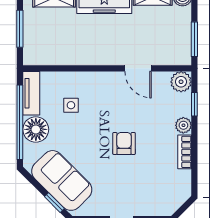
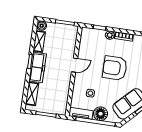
door: (138, 68) -> (75, 65), moved
plant: (181, 82) -> (86, 33), removed
armchair: (124, 143) -> (115, 68), width x1.88, depth x1.88

